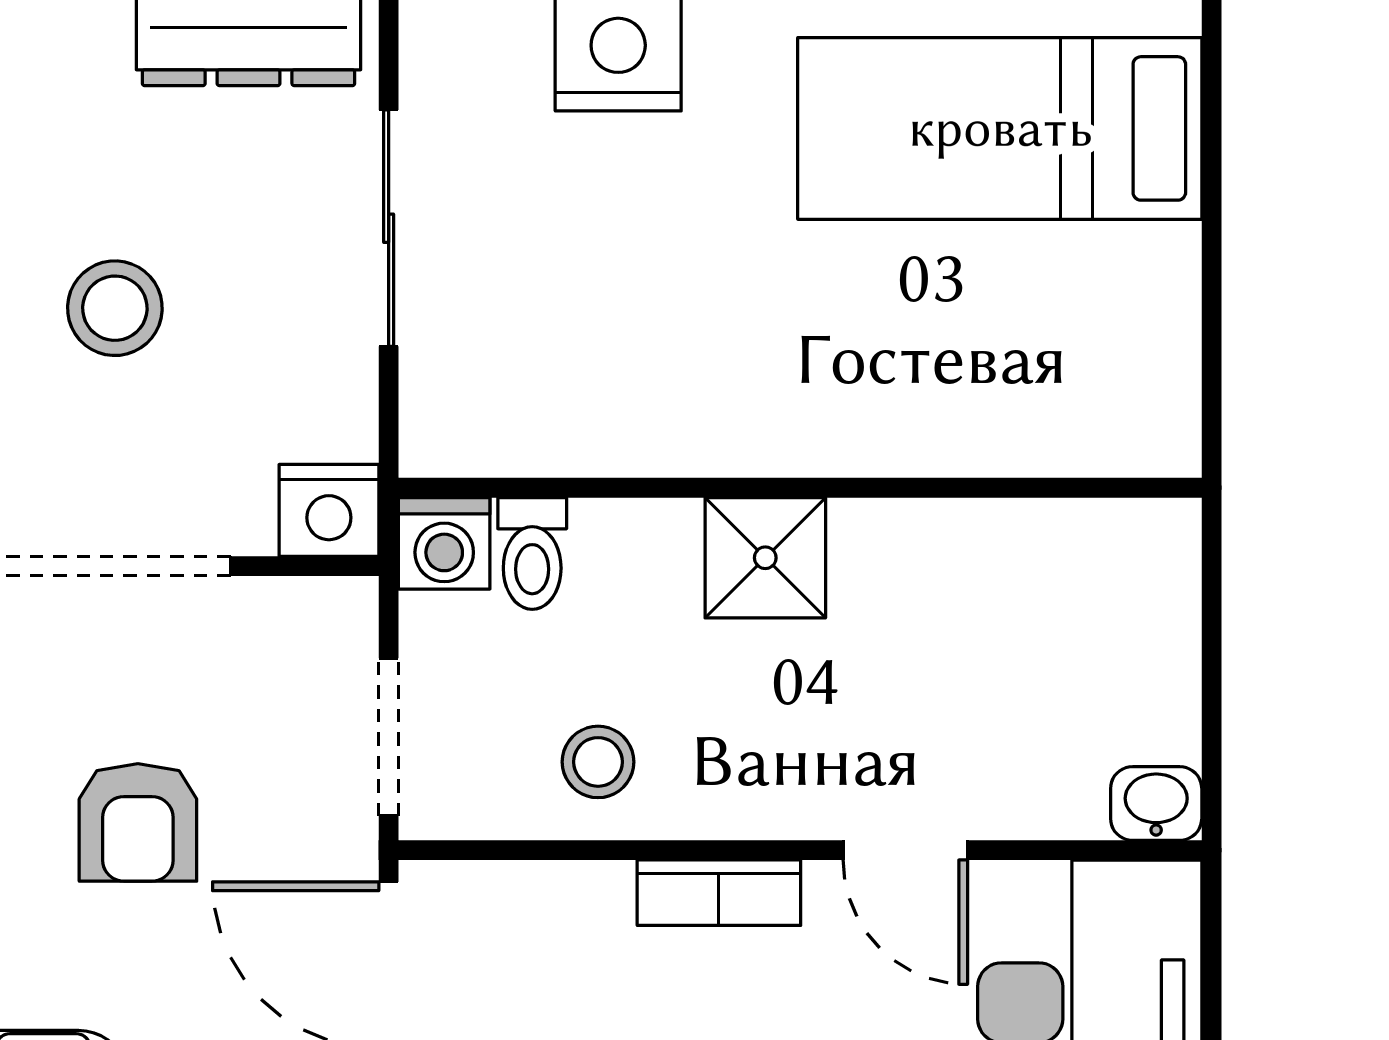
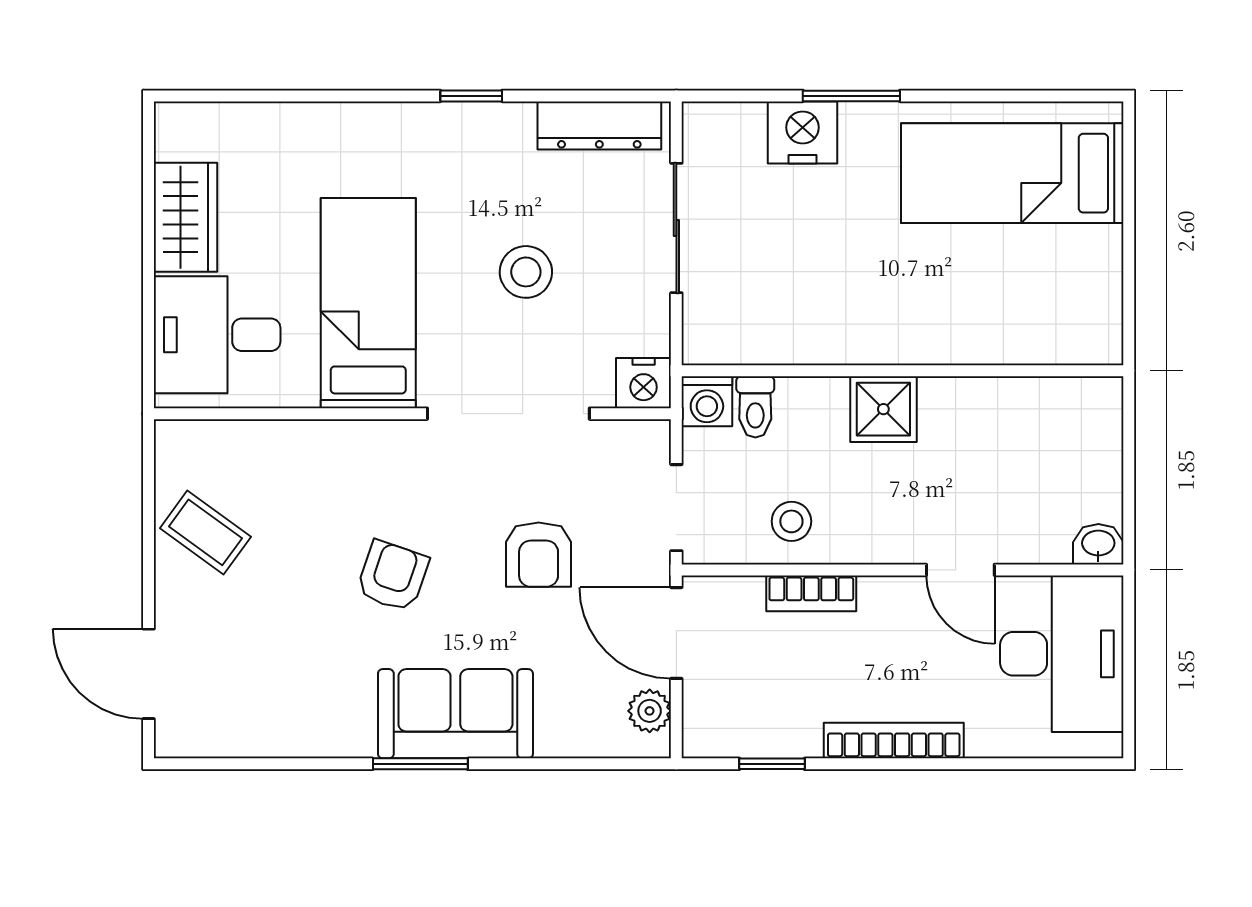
bookcase: (719, 893) -> (811, 593), moved

